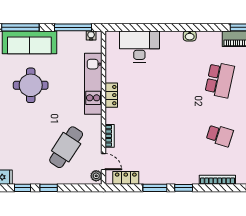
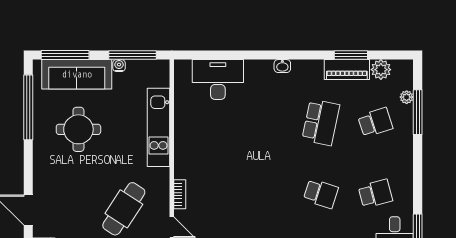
water cooler: (91, 36) -> (119, 66), moved
locker: (111, 95) -> (182, 142), removed

